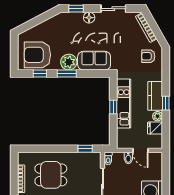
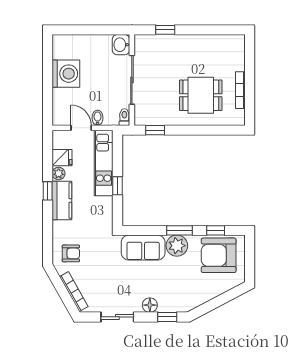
armchair: (37, 55) -> (219, 255), turned 180
kitchen unit: (124, 103) -> (104, 163), moved

